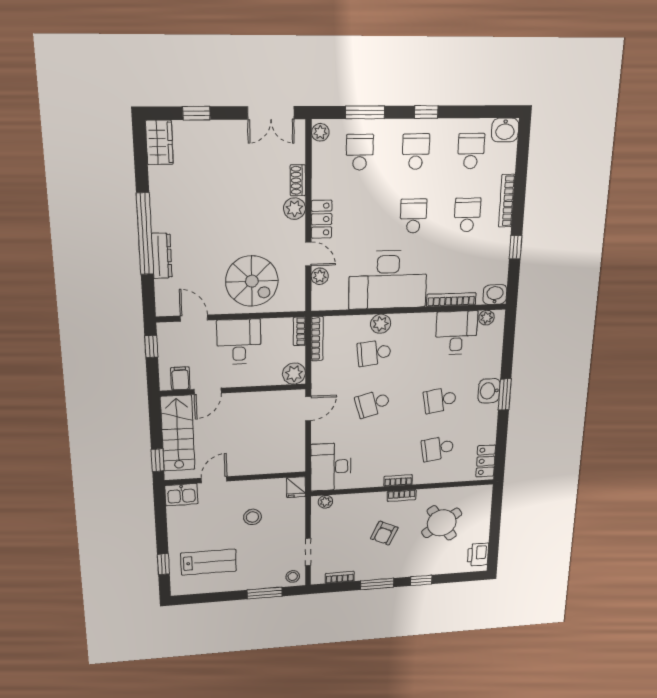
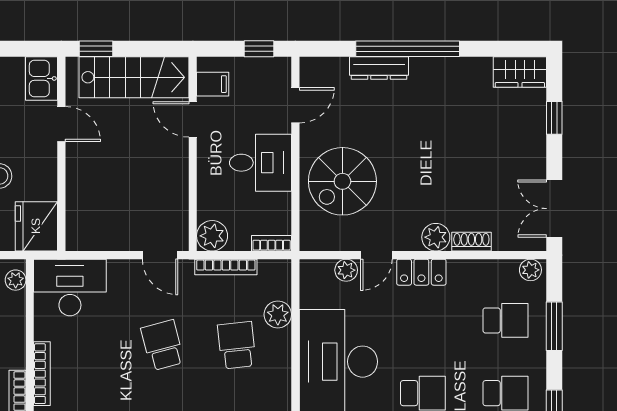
plant: (381, 324) -> (278, 314), moved
bookcase: (317, 339) -> (226, 267), moved
bookcase: (398, 480) -> (42, 374), width x1.56
fridge: (296, 487) -> (36, 226), width x1.88, depth x1.34

